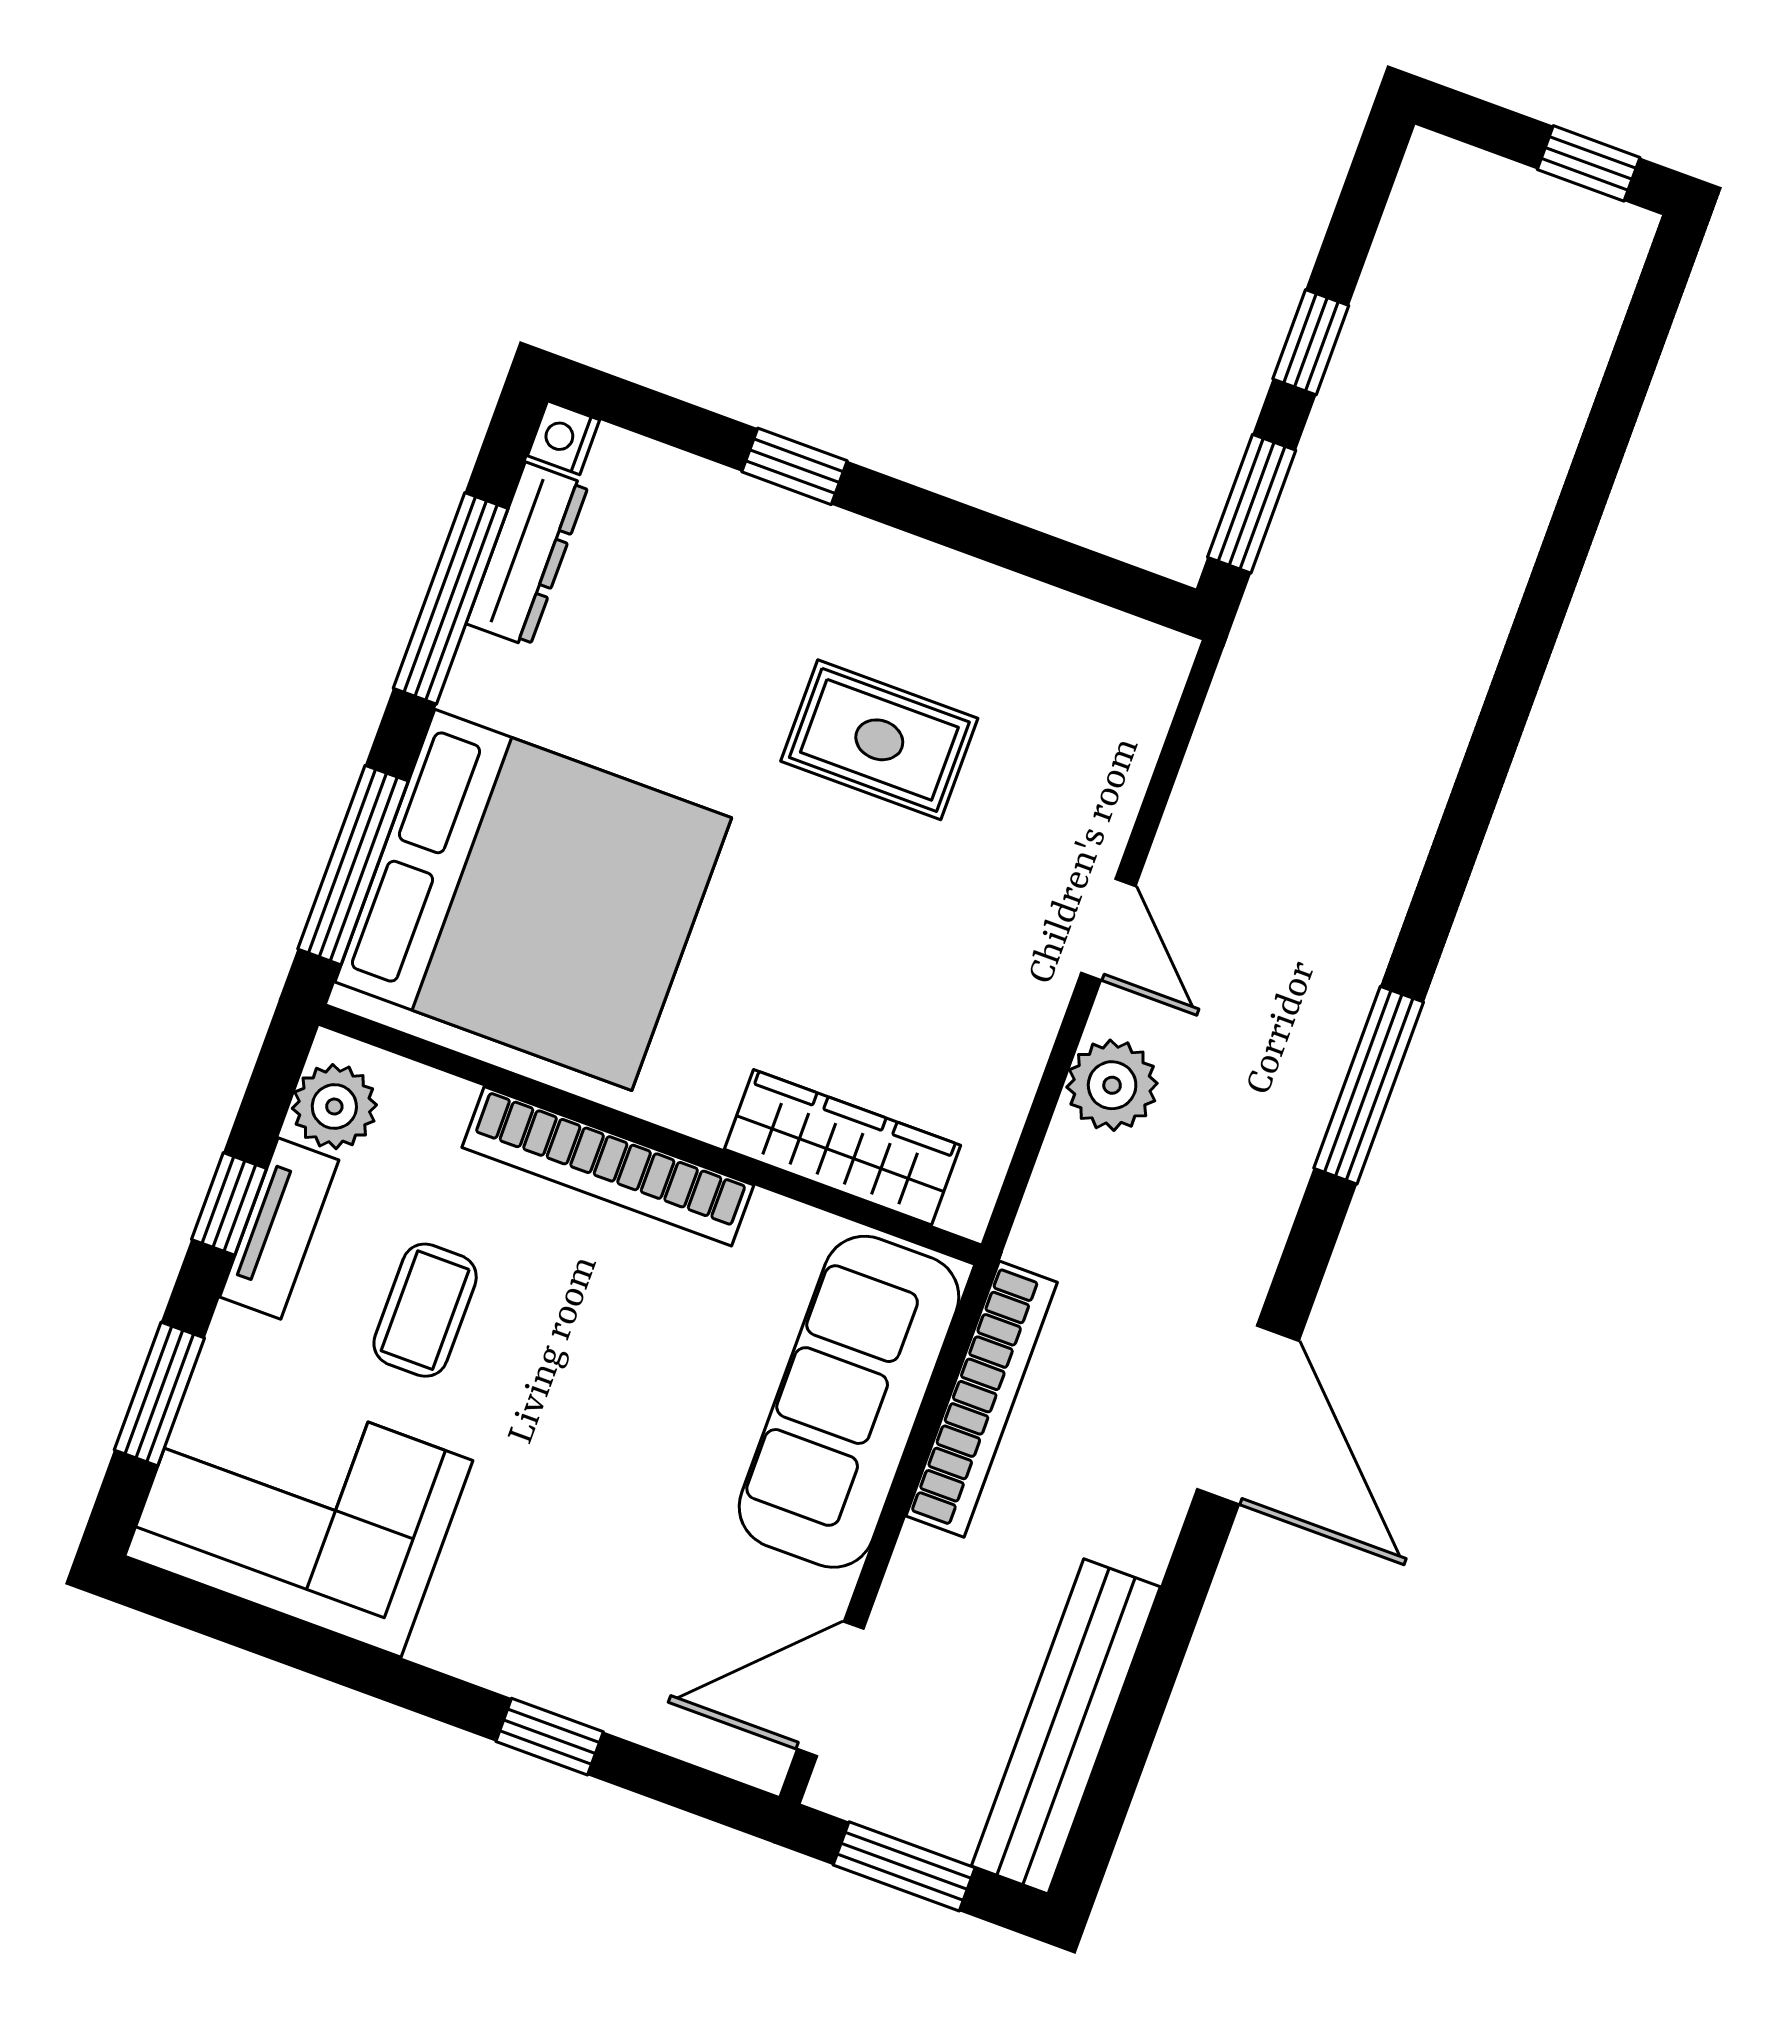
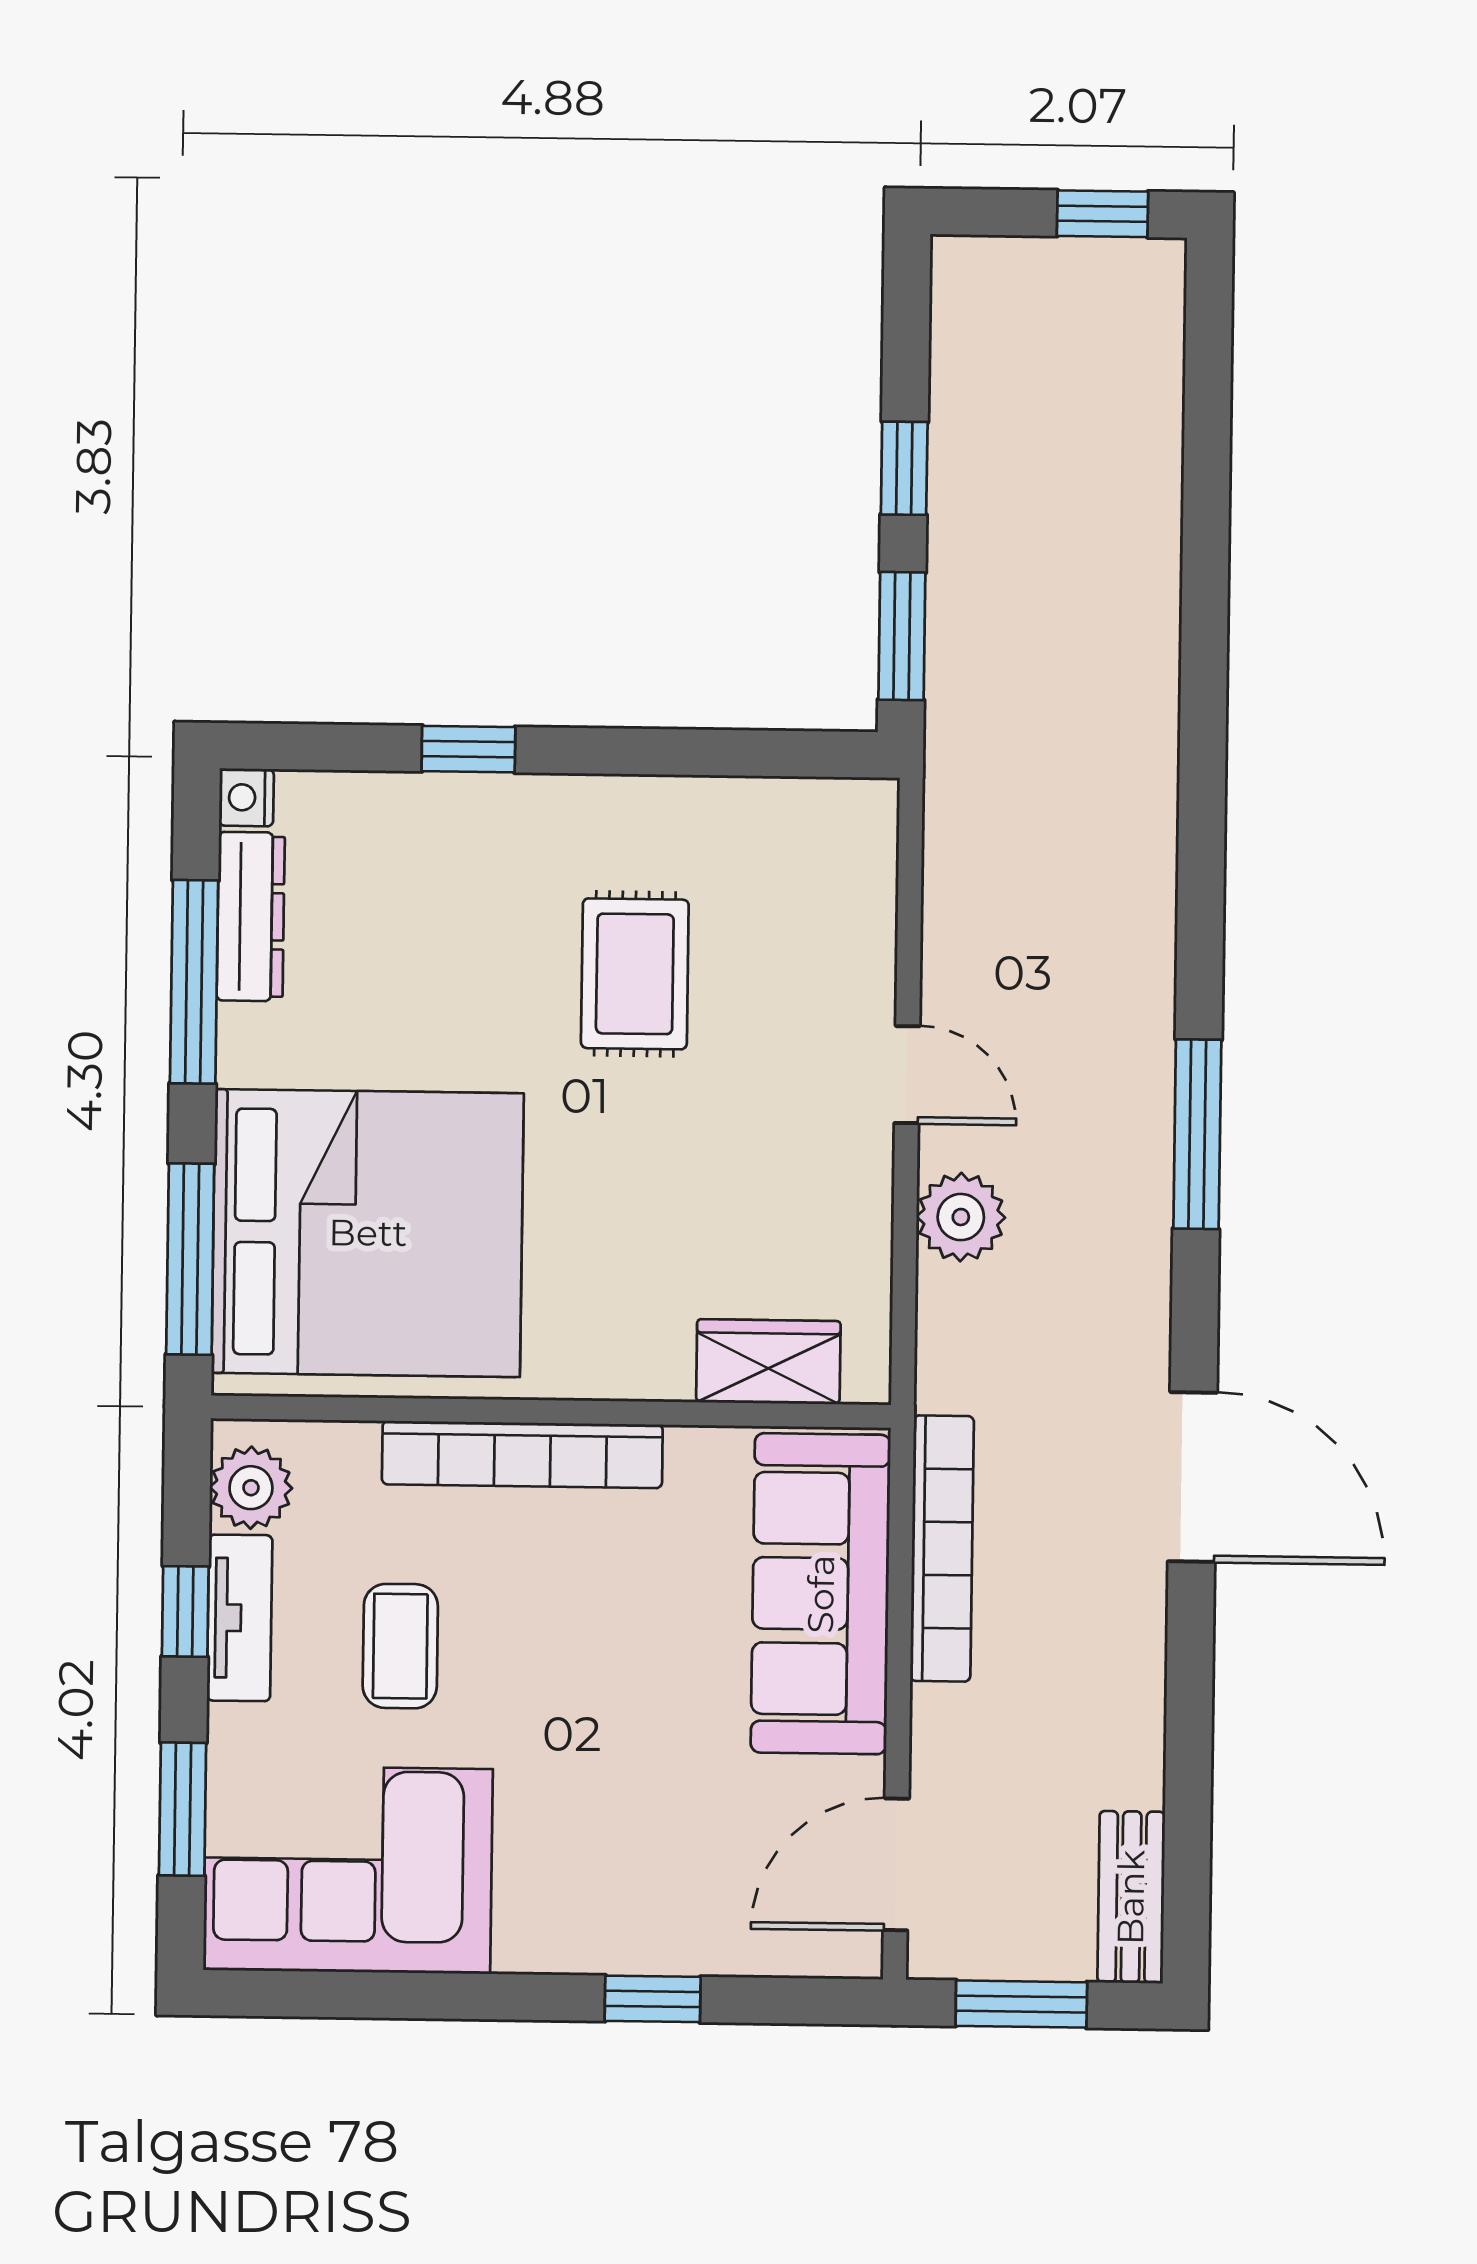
rug: (879, 740) -> (635, 974), turned 90
wardrobe: (843, 1147) -> (768, 1362), width x0.67
bench: (1066, 1726) -> (1131, 1897), width x0.54, depth x0.82

